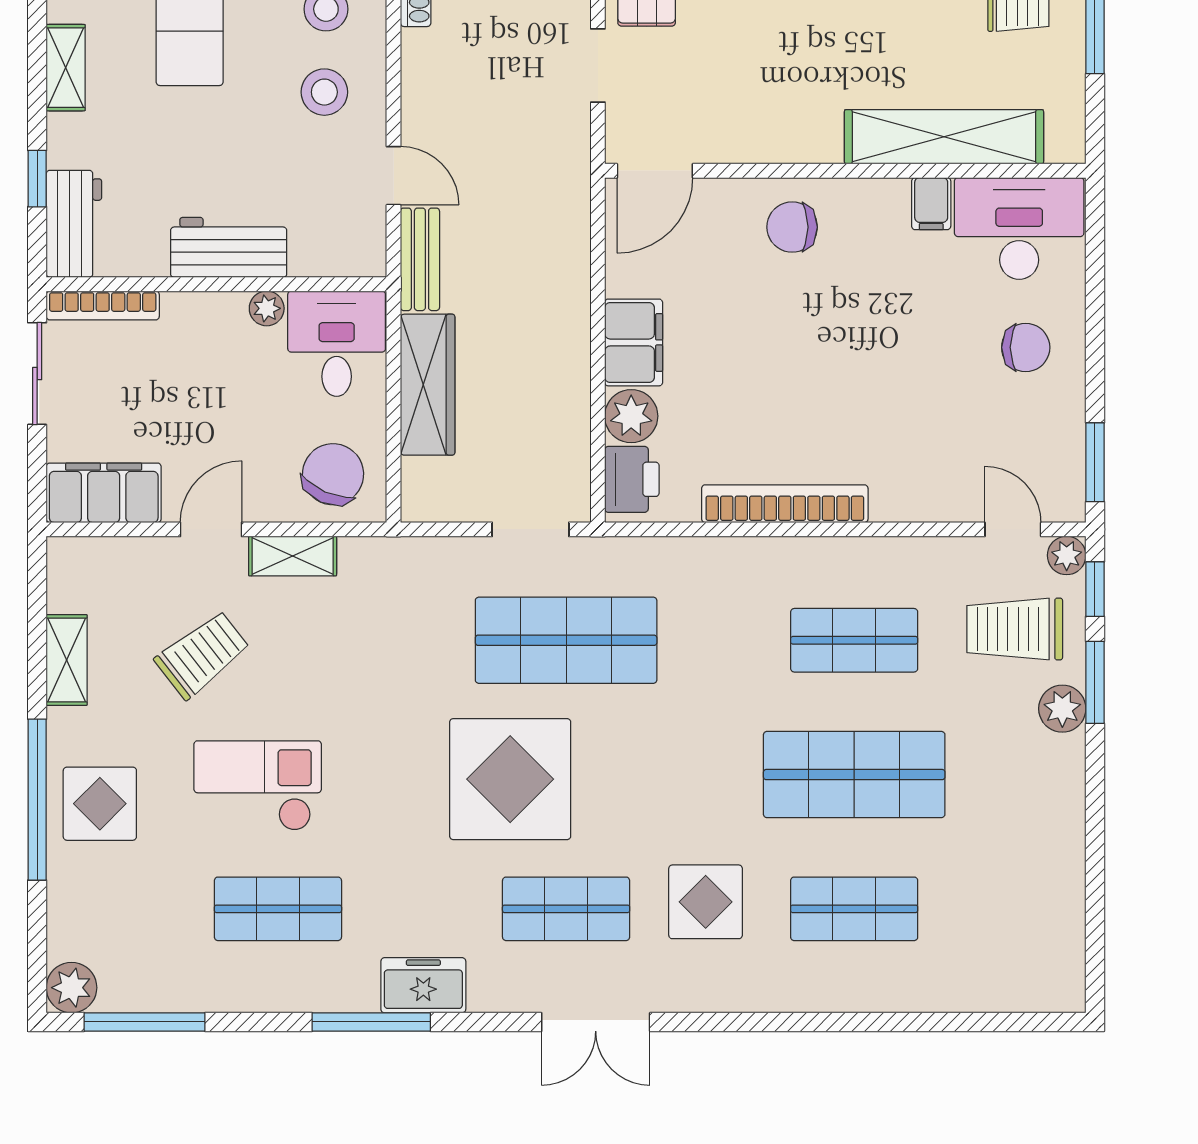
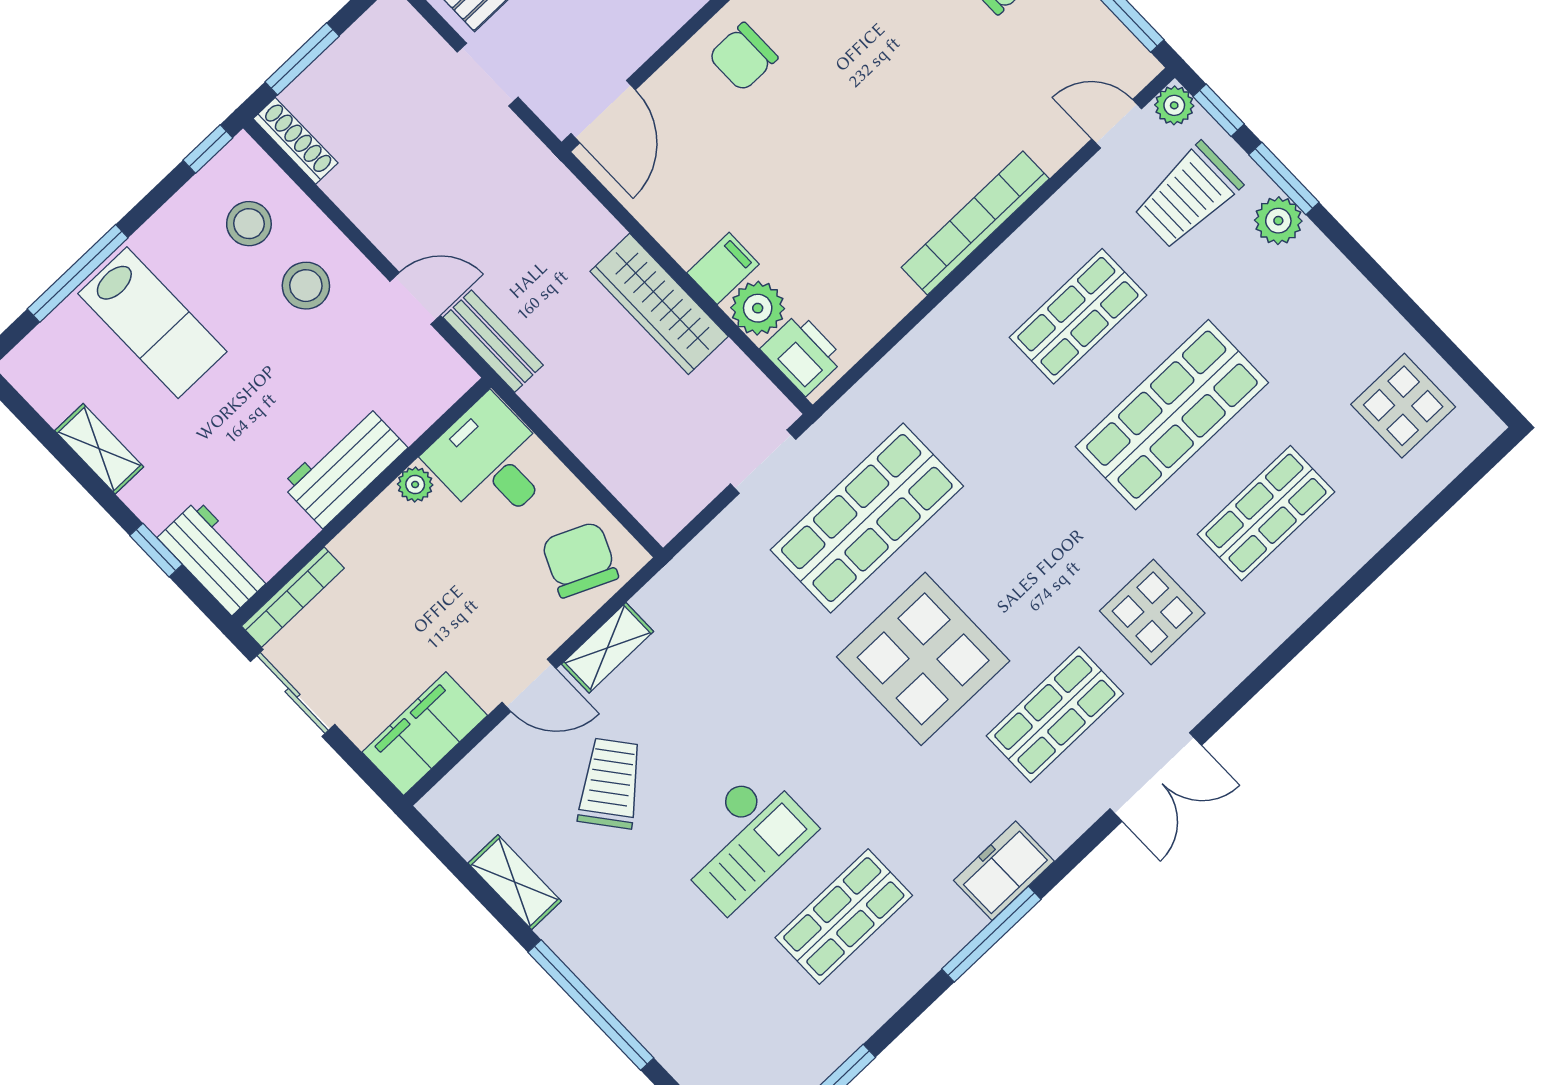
filing cabinet: (634, 342) -> (723, 268), width x0.50
wardrobe: (428, 385) -> (659, 304), moved, turned 180
bookcase: (785, 504) -> (975, 223), moved
door: (211, 529) -> (529, 685), swing flipped
checkout: (258, 786) -> (743, 840), turned 180
display table: (100, 804) -> (1403, 406), moved

